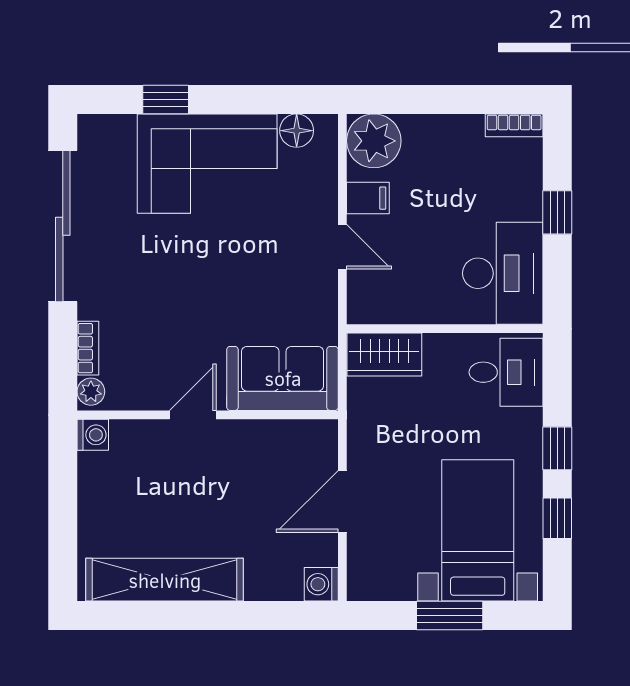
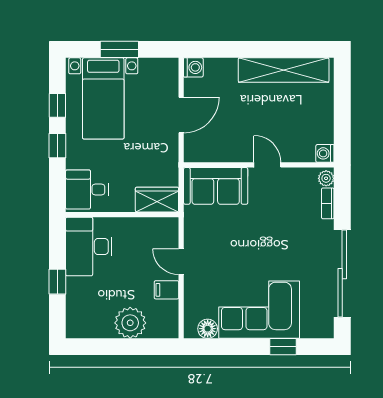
bookcase: (514, 125) -> (82, 332), removed
plant: (374, 141) -> (130, 323), moved
door: (193, 415) -> (267, 165), swing flipped

